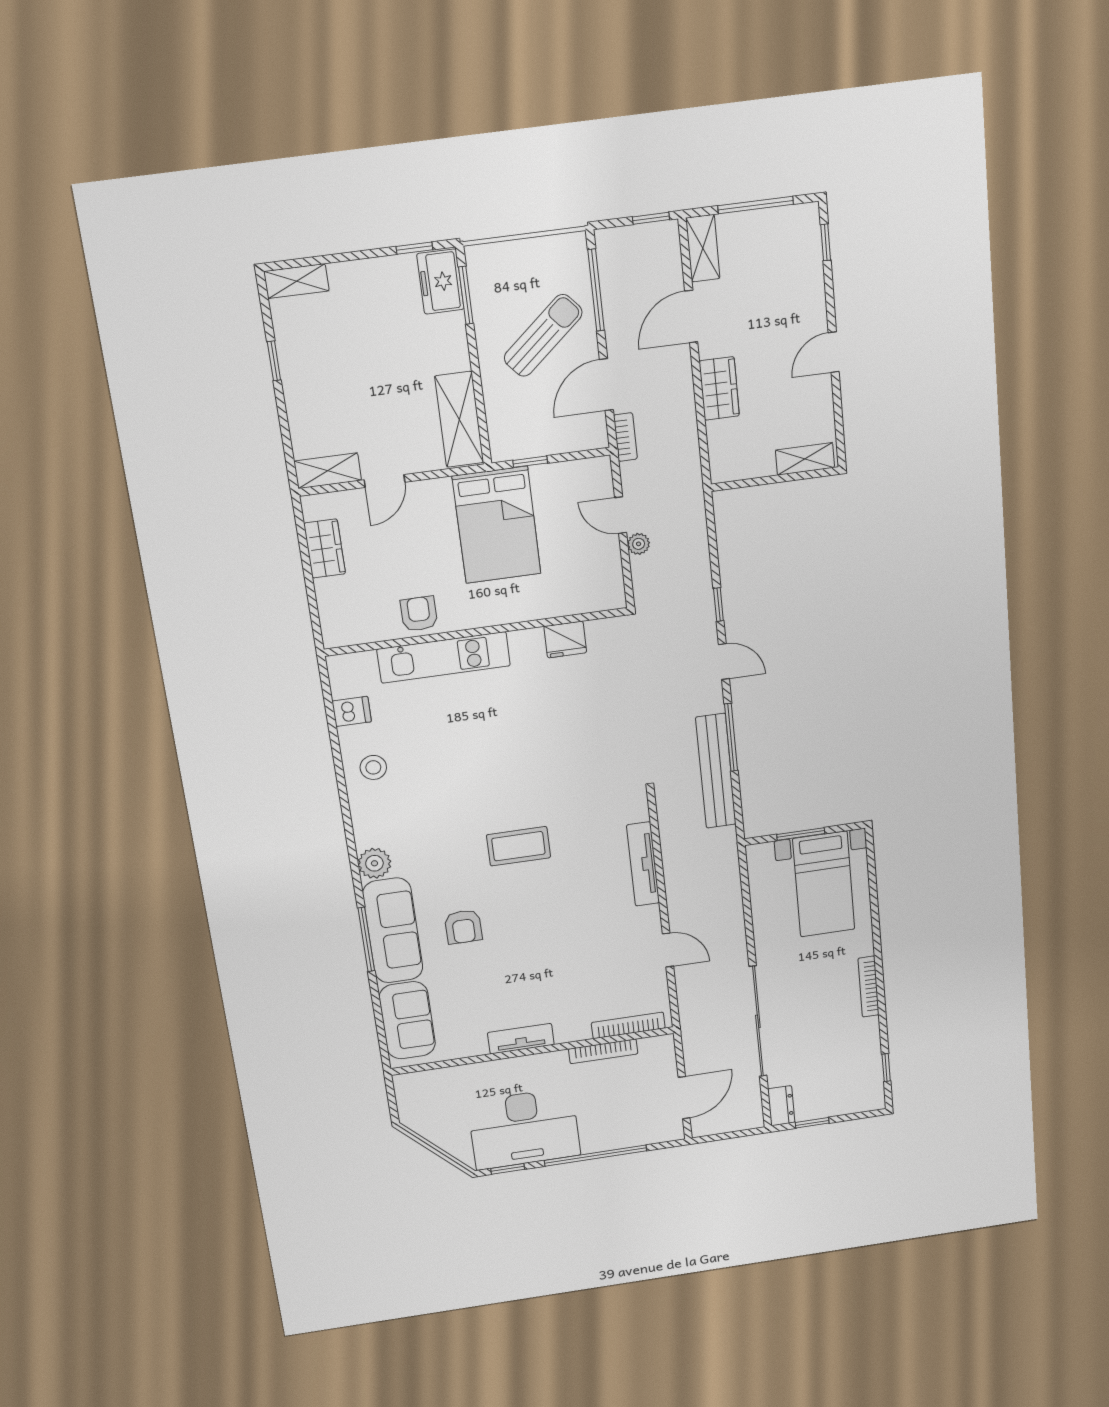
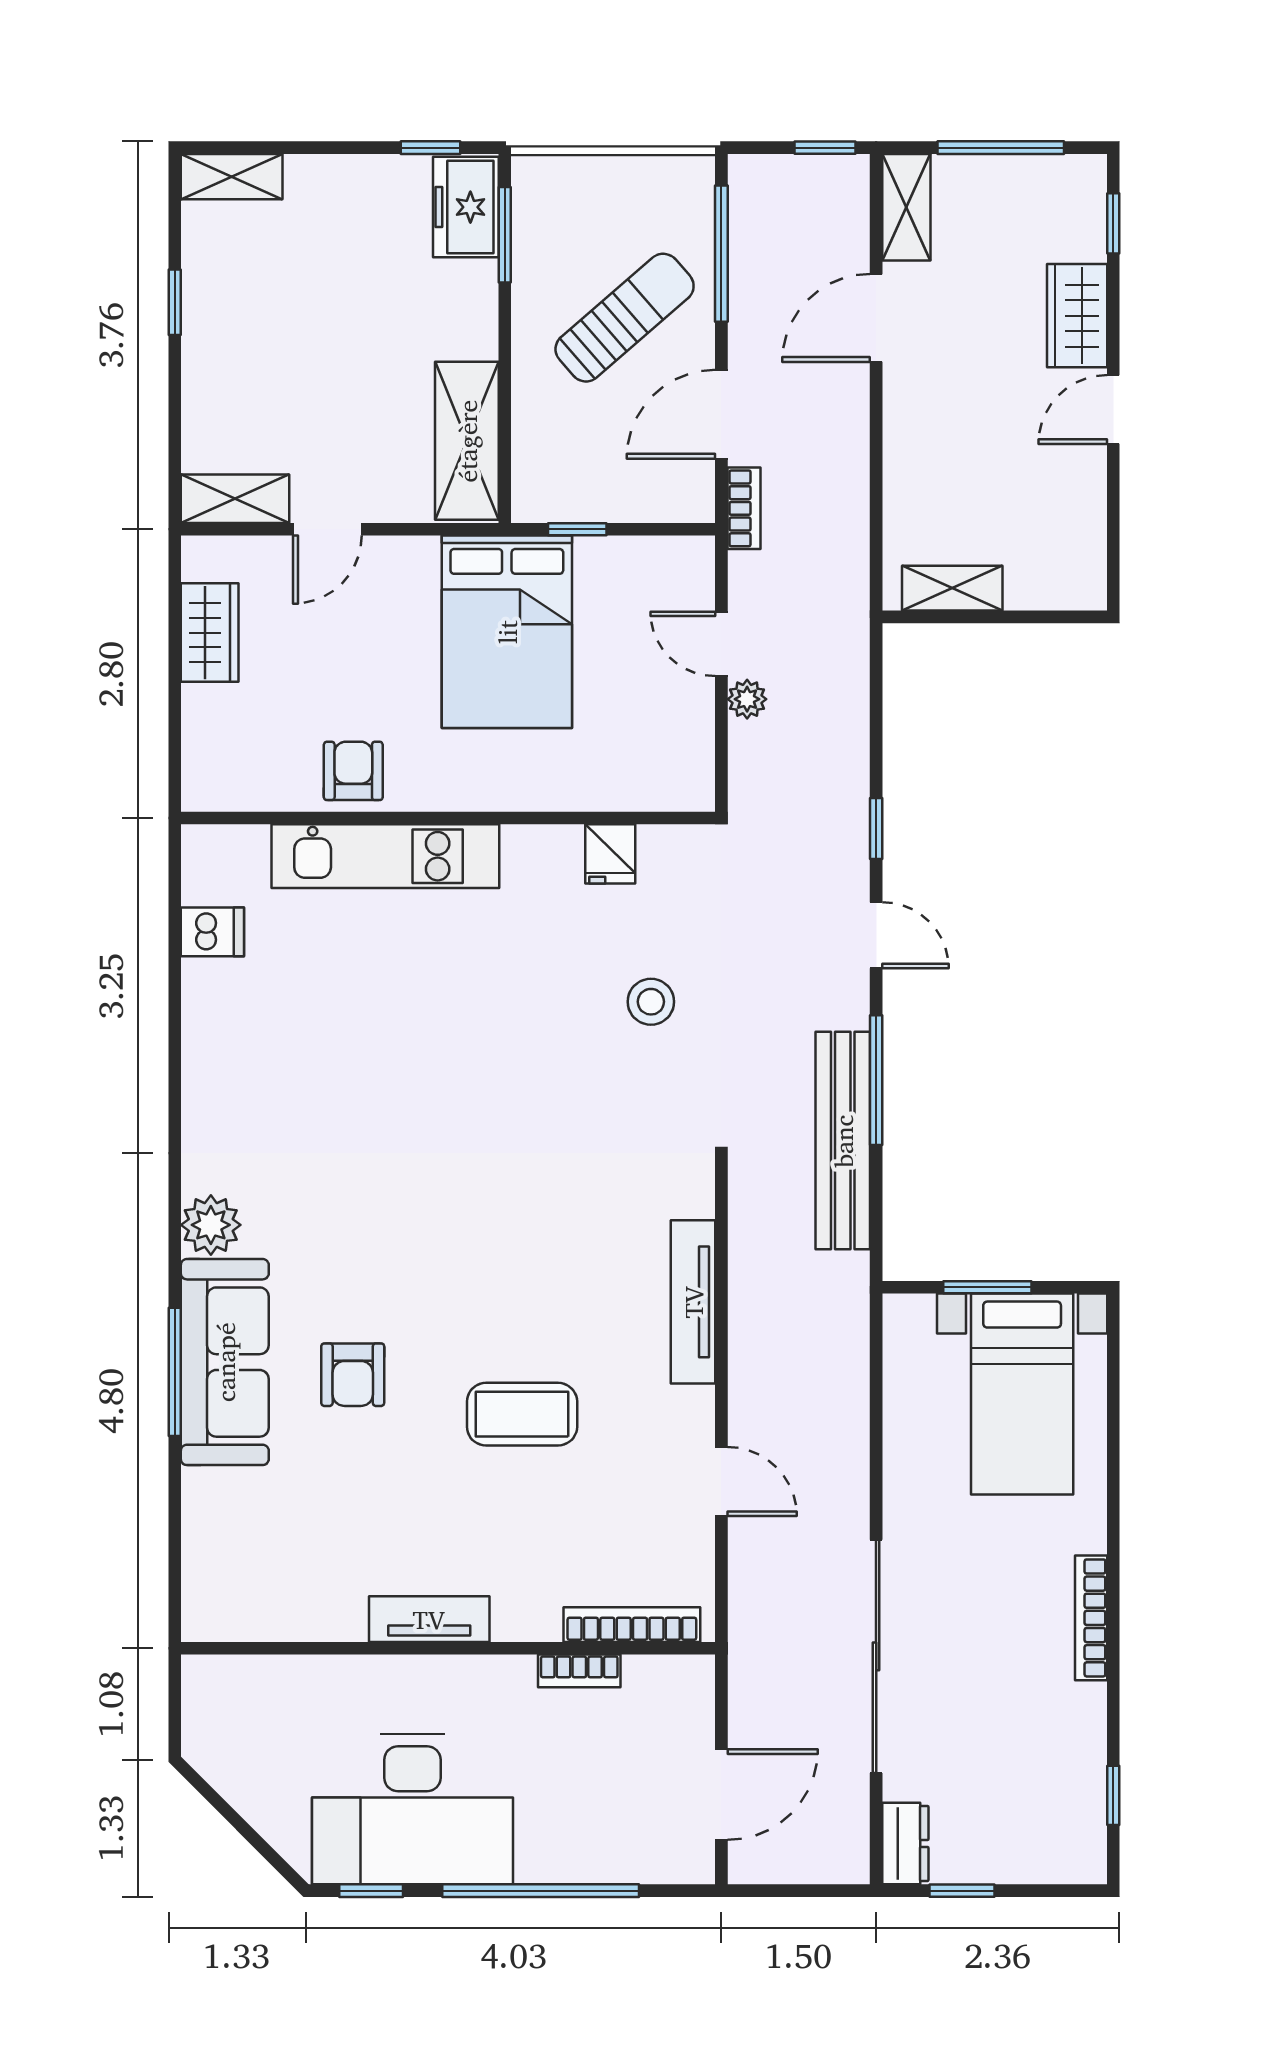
wardrobe: (719, 388) -> (1077, 316), moved, turned 180
shelving: (805, 459) -> (952, 588), moved
fridge: (565, 639) -> (610, 854), width x0.72
stool: (373, 767) -> (651, 1002), moved
coffee table: (519, 846) -> (522, 1414), moved
sofa: (407, 1020) -> (226, 1547), removed
bookcase: (603, 1051) -> (579, 1671), width x0.64

